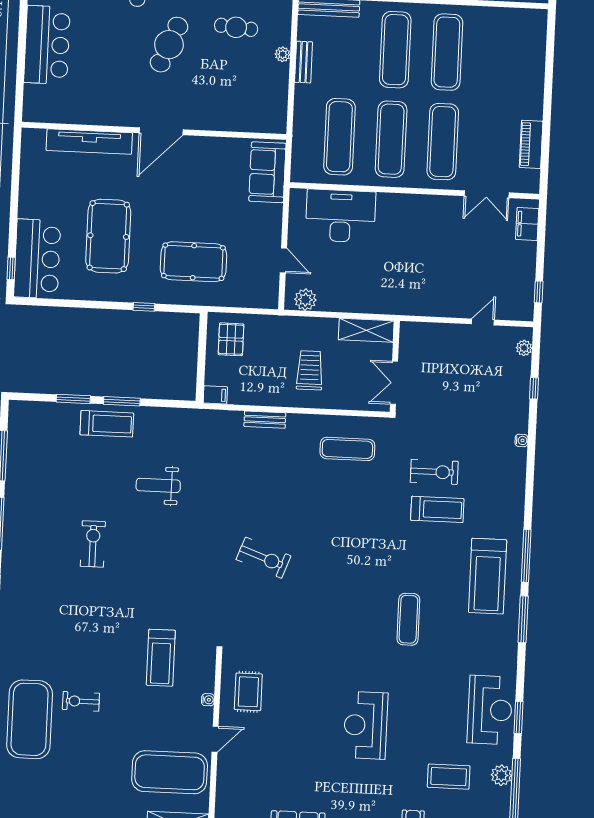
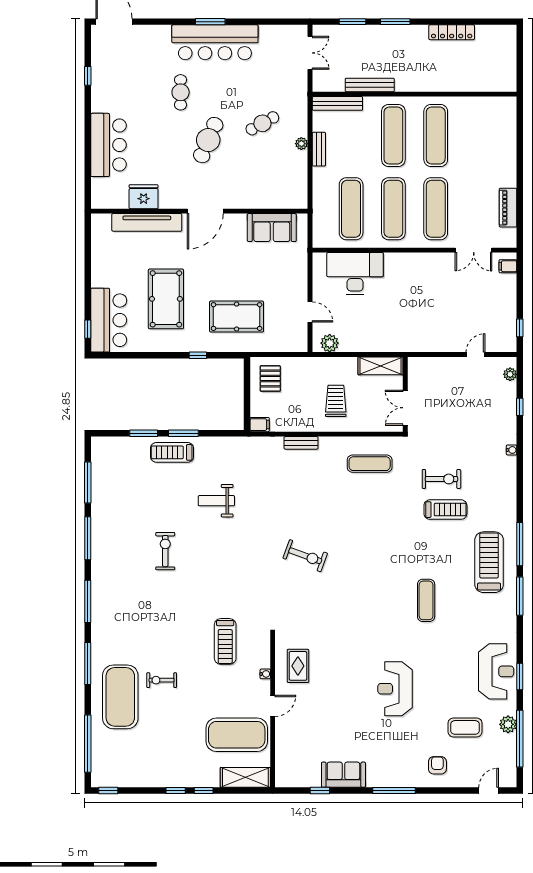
cafe table: (236, 27) -> (262, 123), turned -34
fridge: (87, 110) -> (144, 197), added
sofa: (267, 172) -> (272, 228), moved, turned -90
filing cabinet: (527, 224) -> (508, 266), width x0.50
treadmill: (107, 424) -> (172, 452), turned 180
treadmill: (488, 576) -> (489, 562), turned 180

